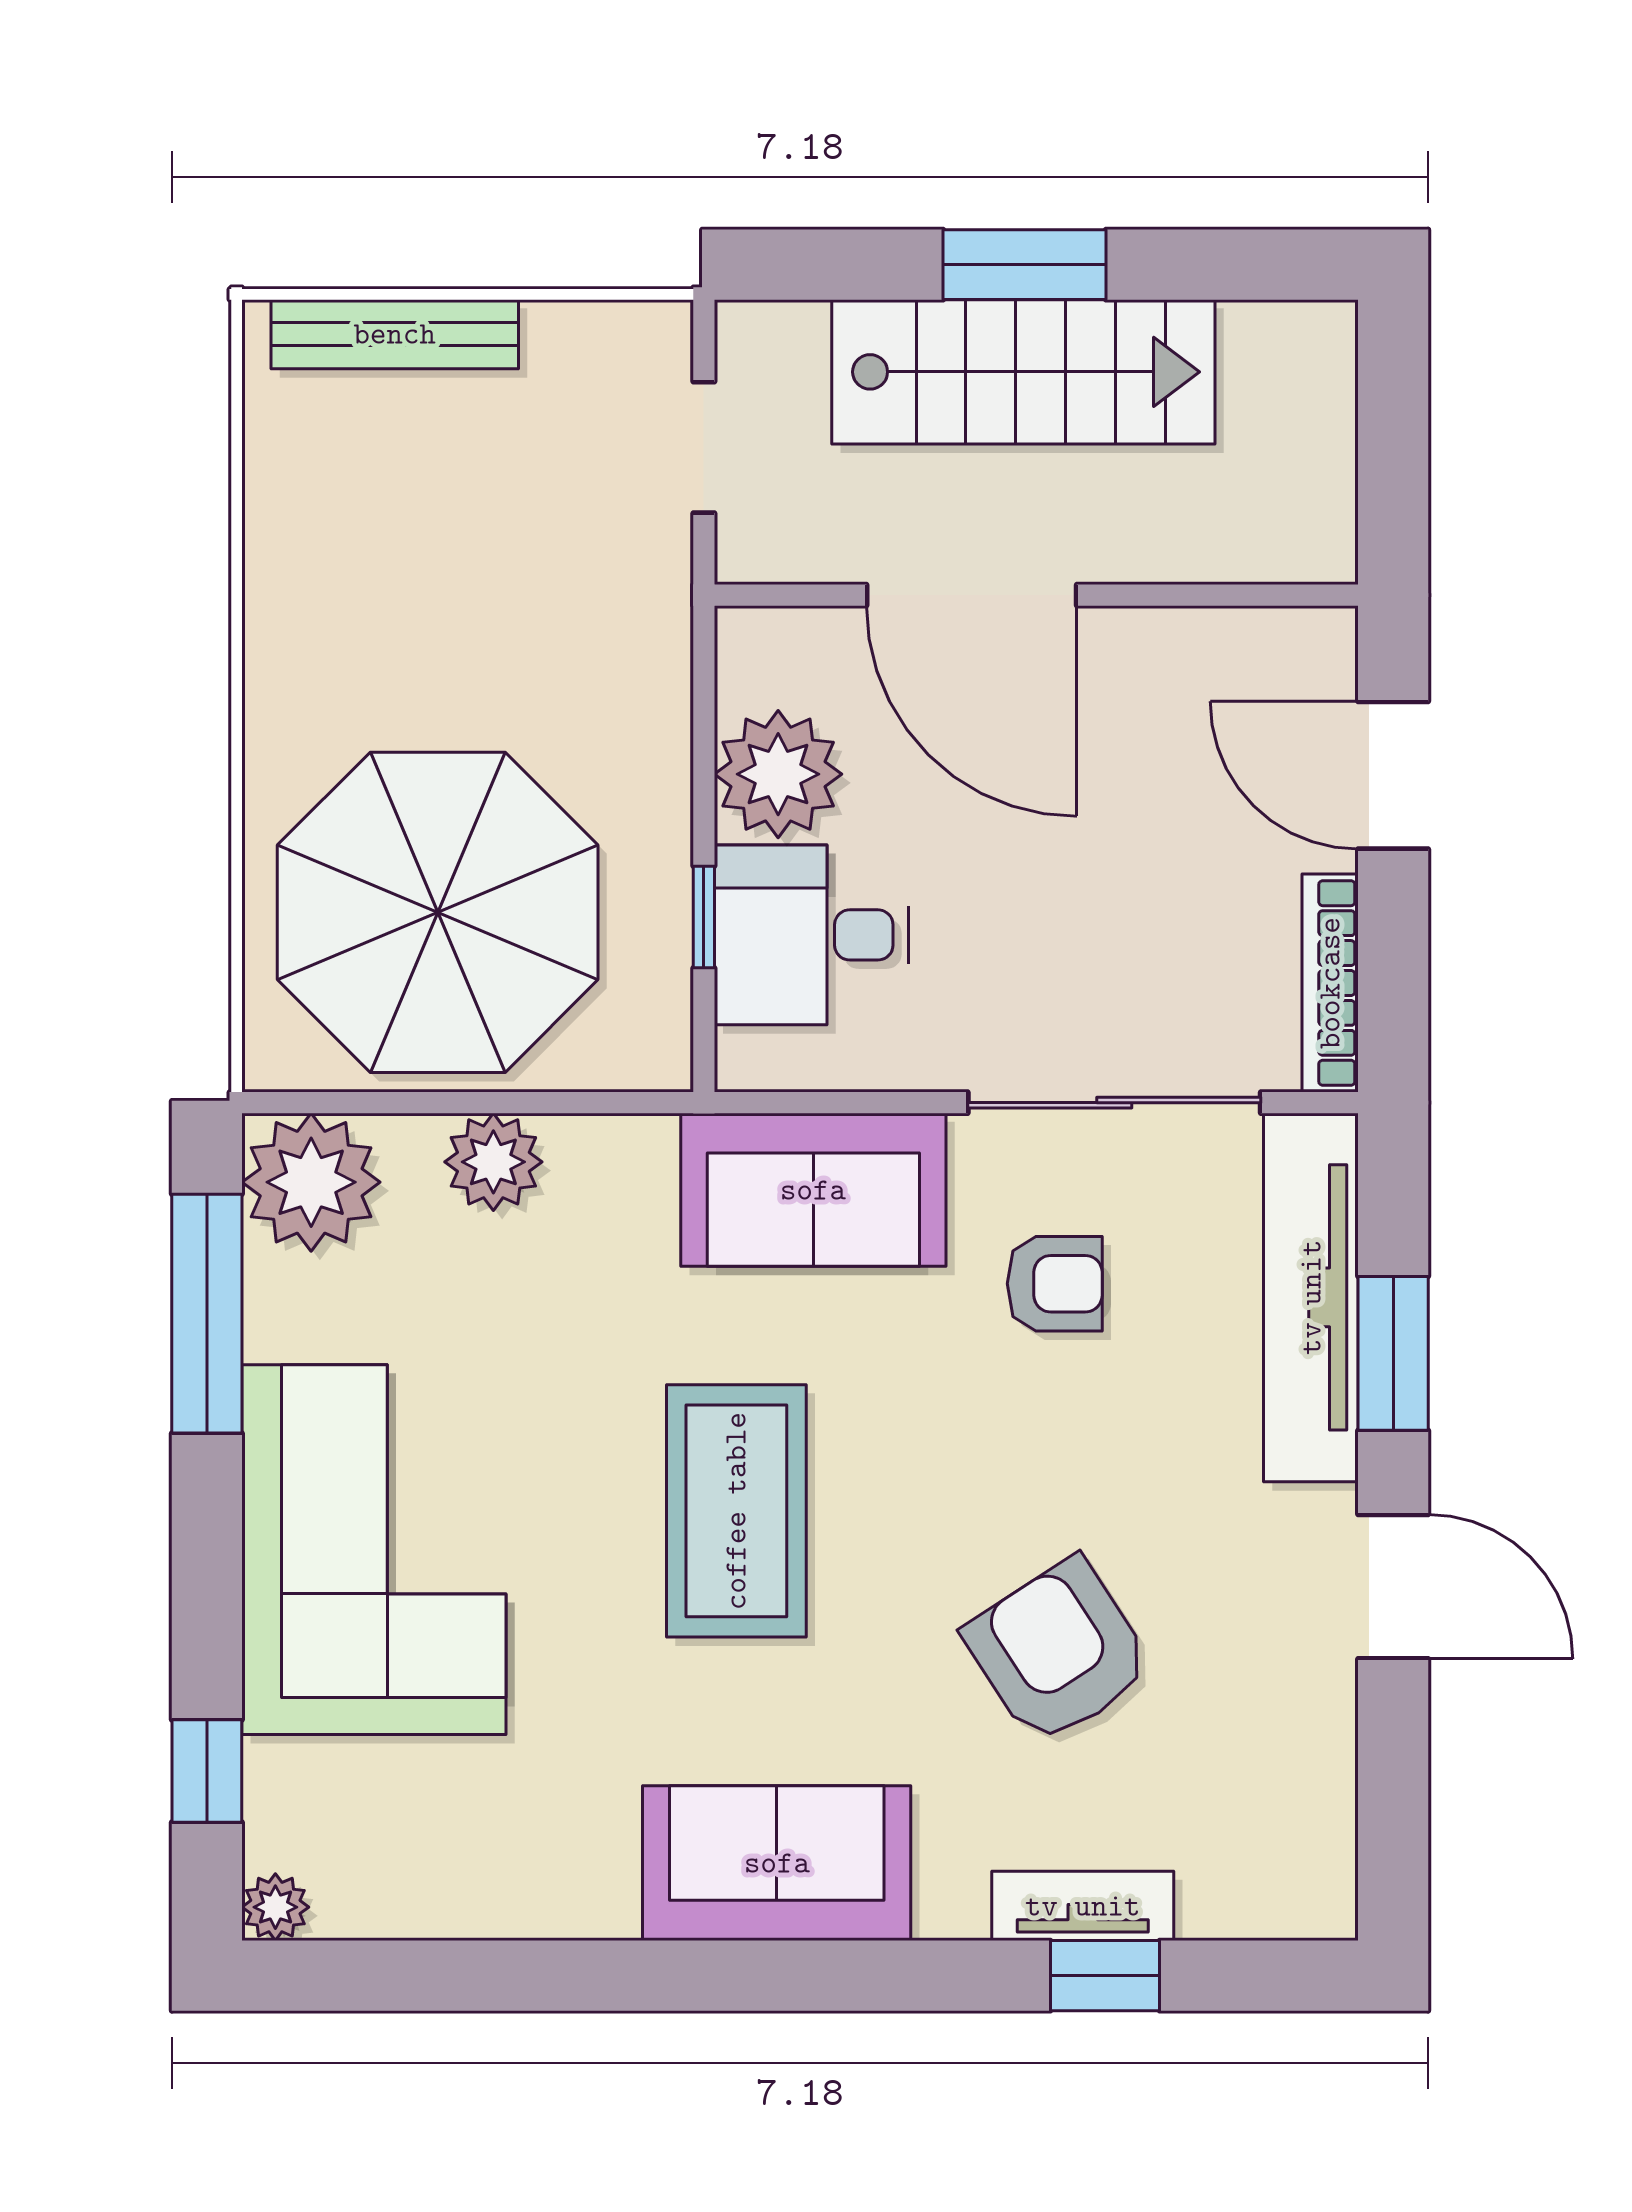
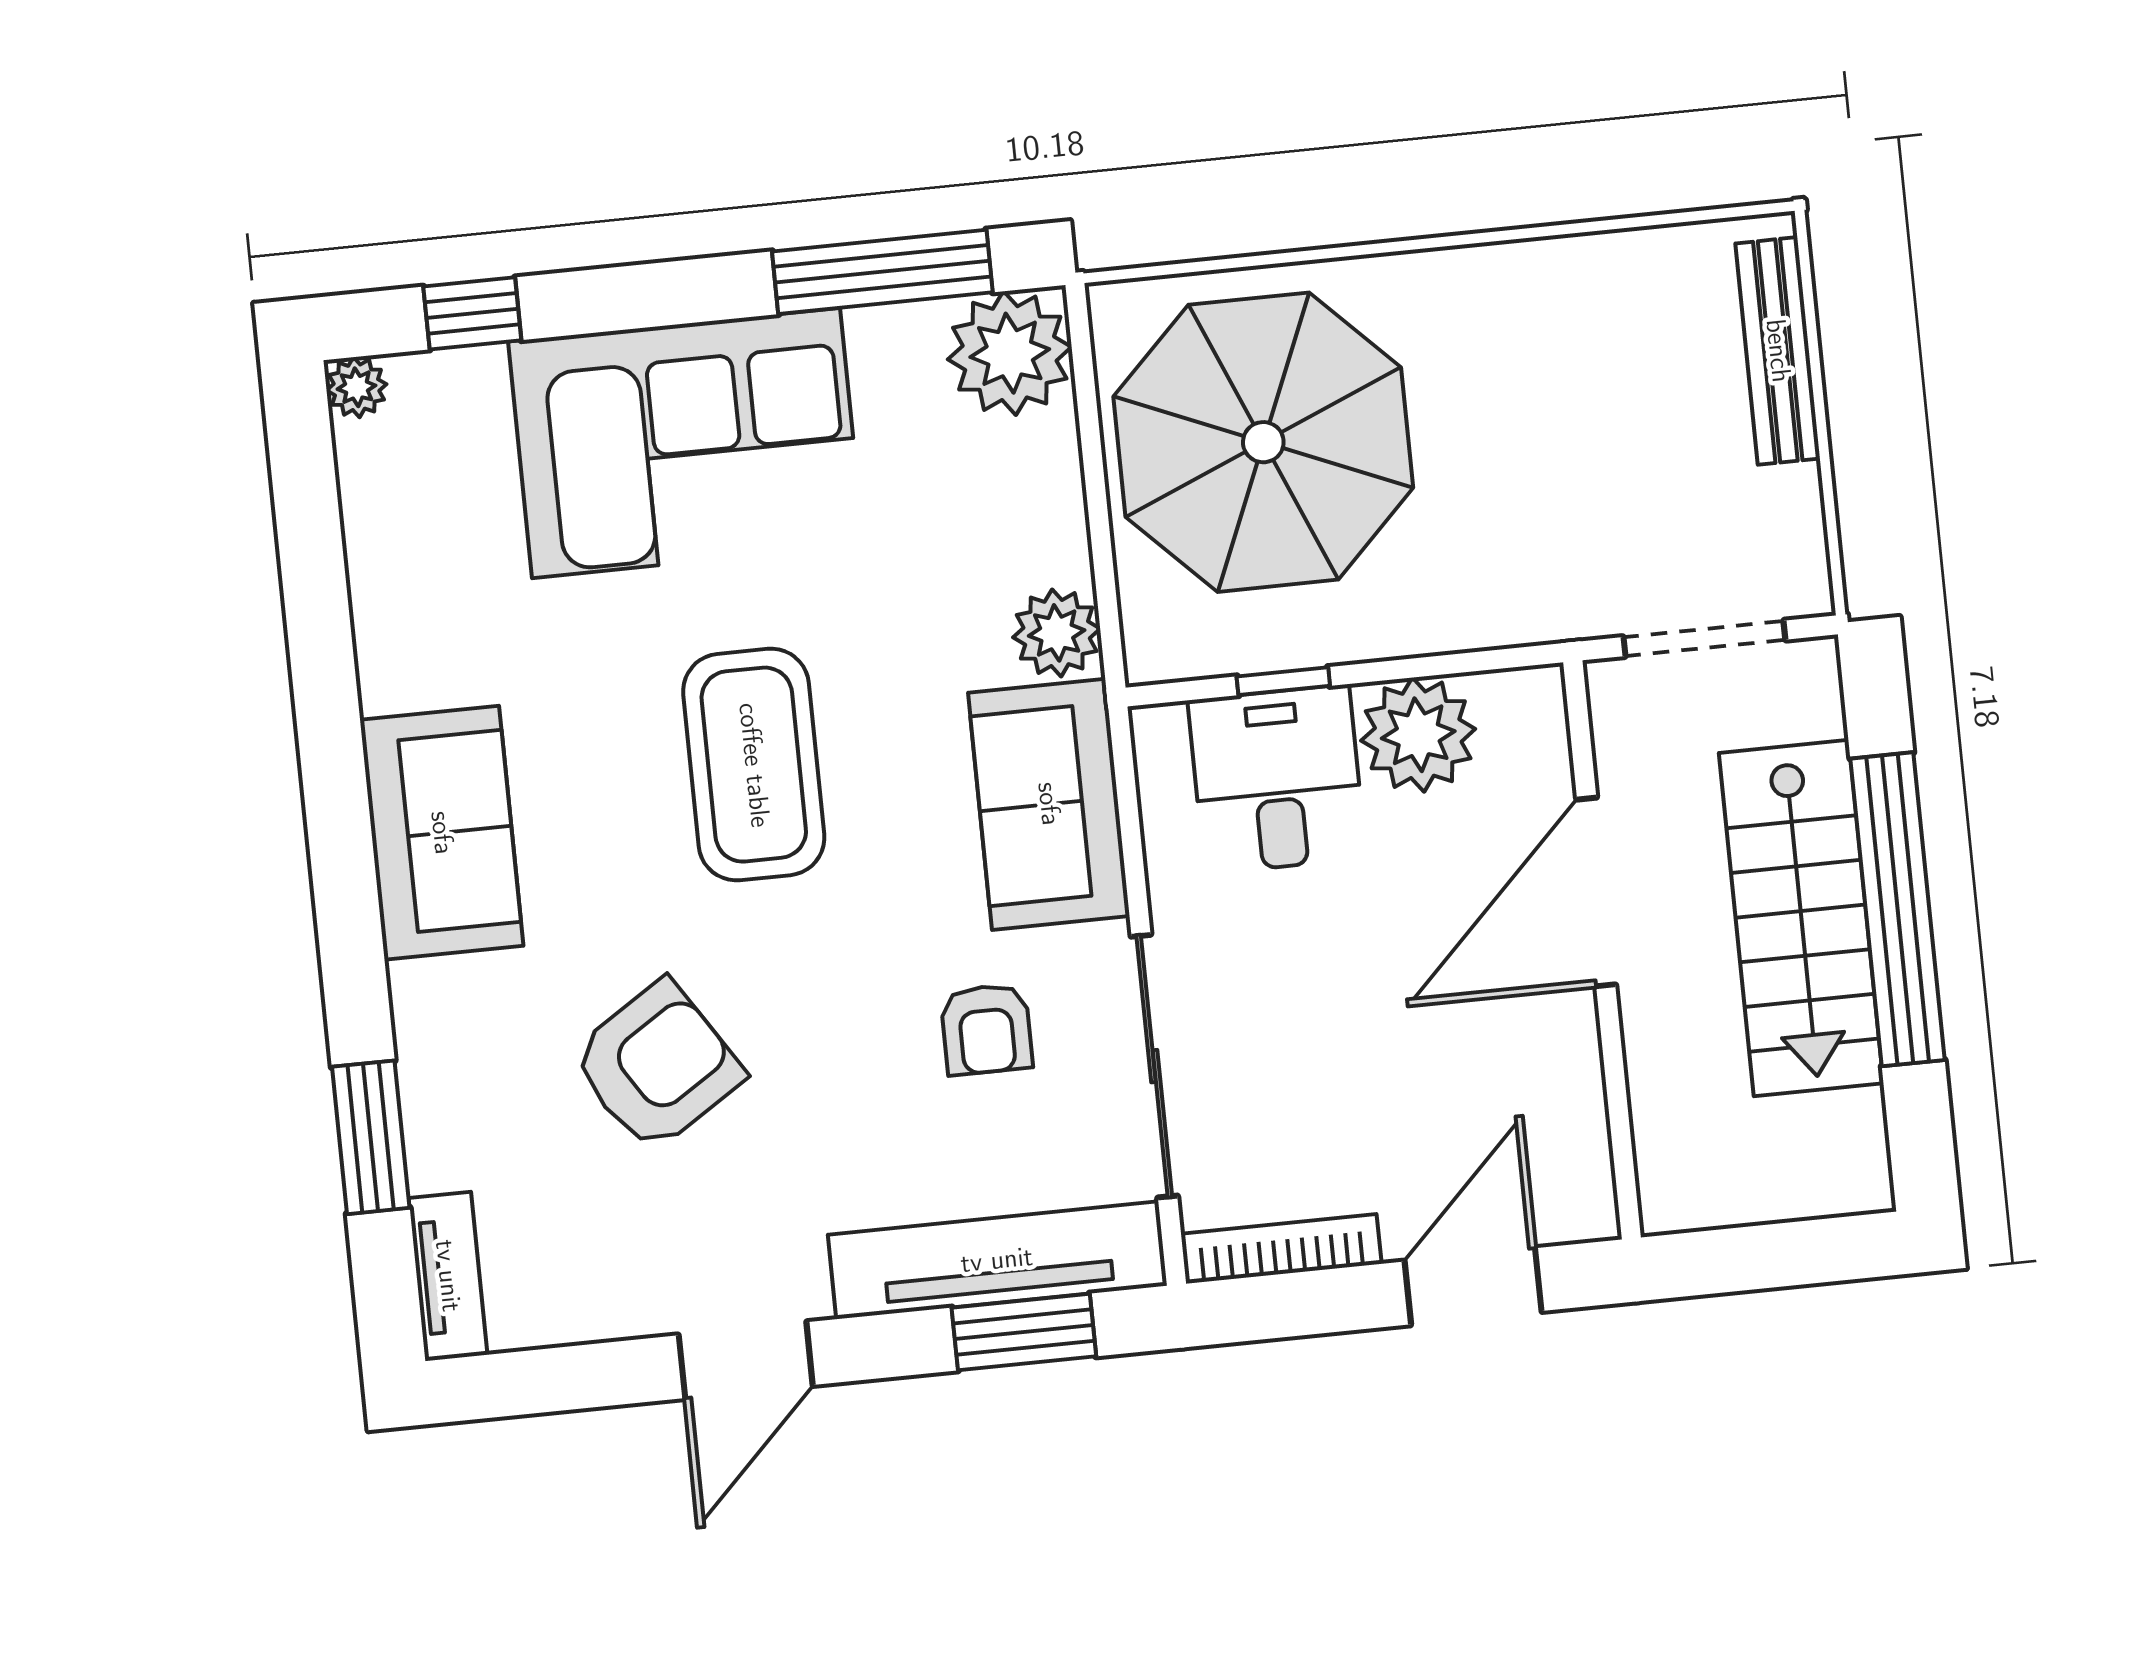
window: (1025, 265) -> (1898, 909), width x2.11
doorway: (704, 447) -> (1704, 638), width x1.38
plant: (493, 1162) -> (1057, 633), moved
window: (1393, 1353) -> (1024, 1332), moved
coffee table: (736, 1511) -> (754, 765), turned 90
tv unit: (1083, 1906) -> (448, 1276), moved
window: (1105, 1976) -> (371, 1137), width x1.50

